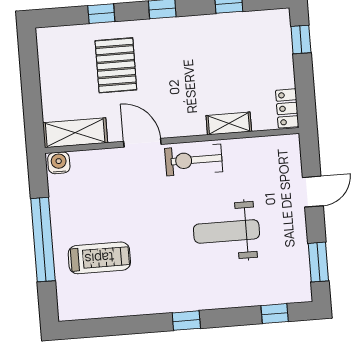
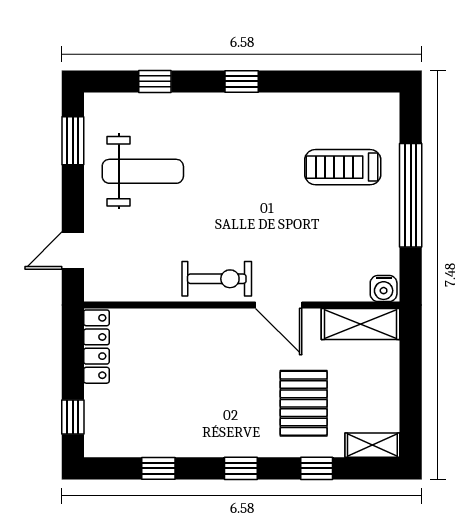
locker: (287, 108) -> (96, 347), width x1.53
shelving: (229, 123) -> (372, 445), moved
door: (313, 192) -> (73, 250), moved
weight bench: (226, 231) -> (143, 171), moved
window: (275, 314) -> (155, 81), moved

